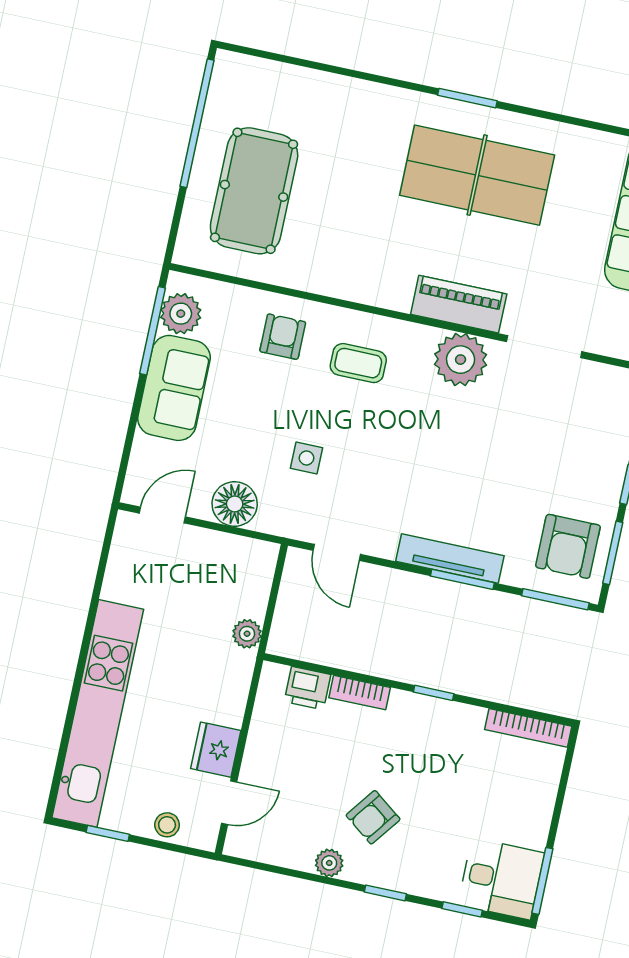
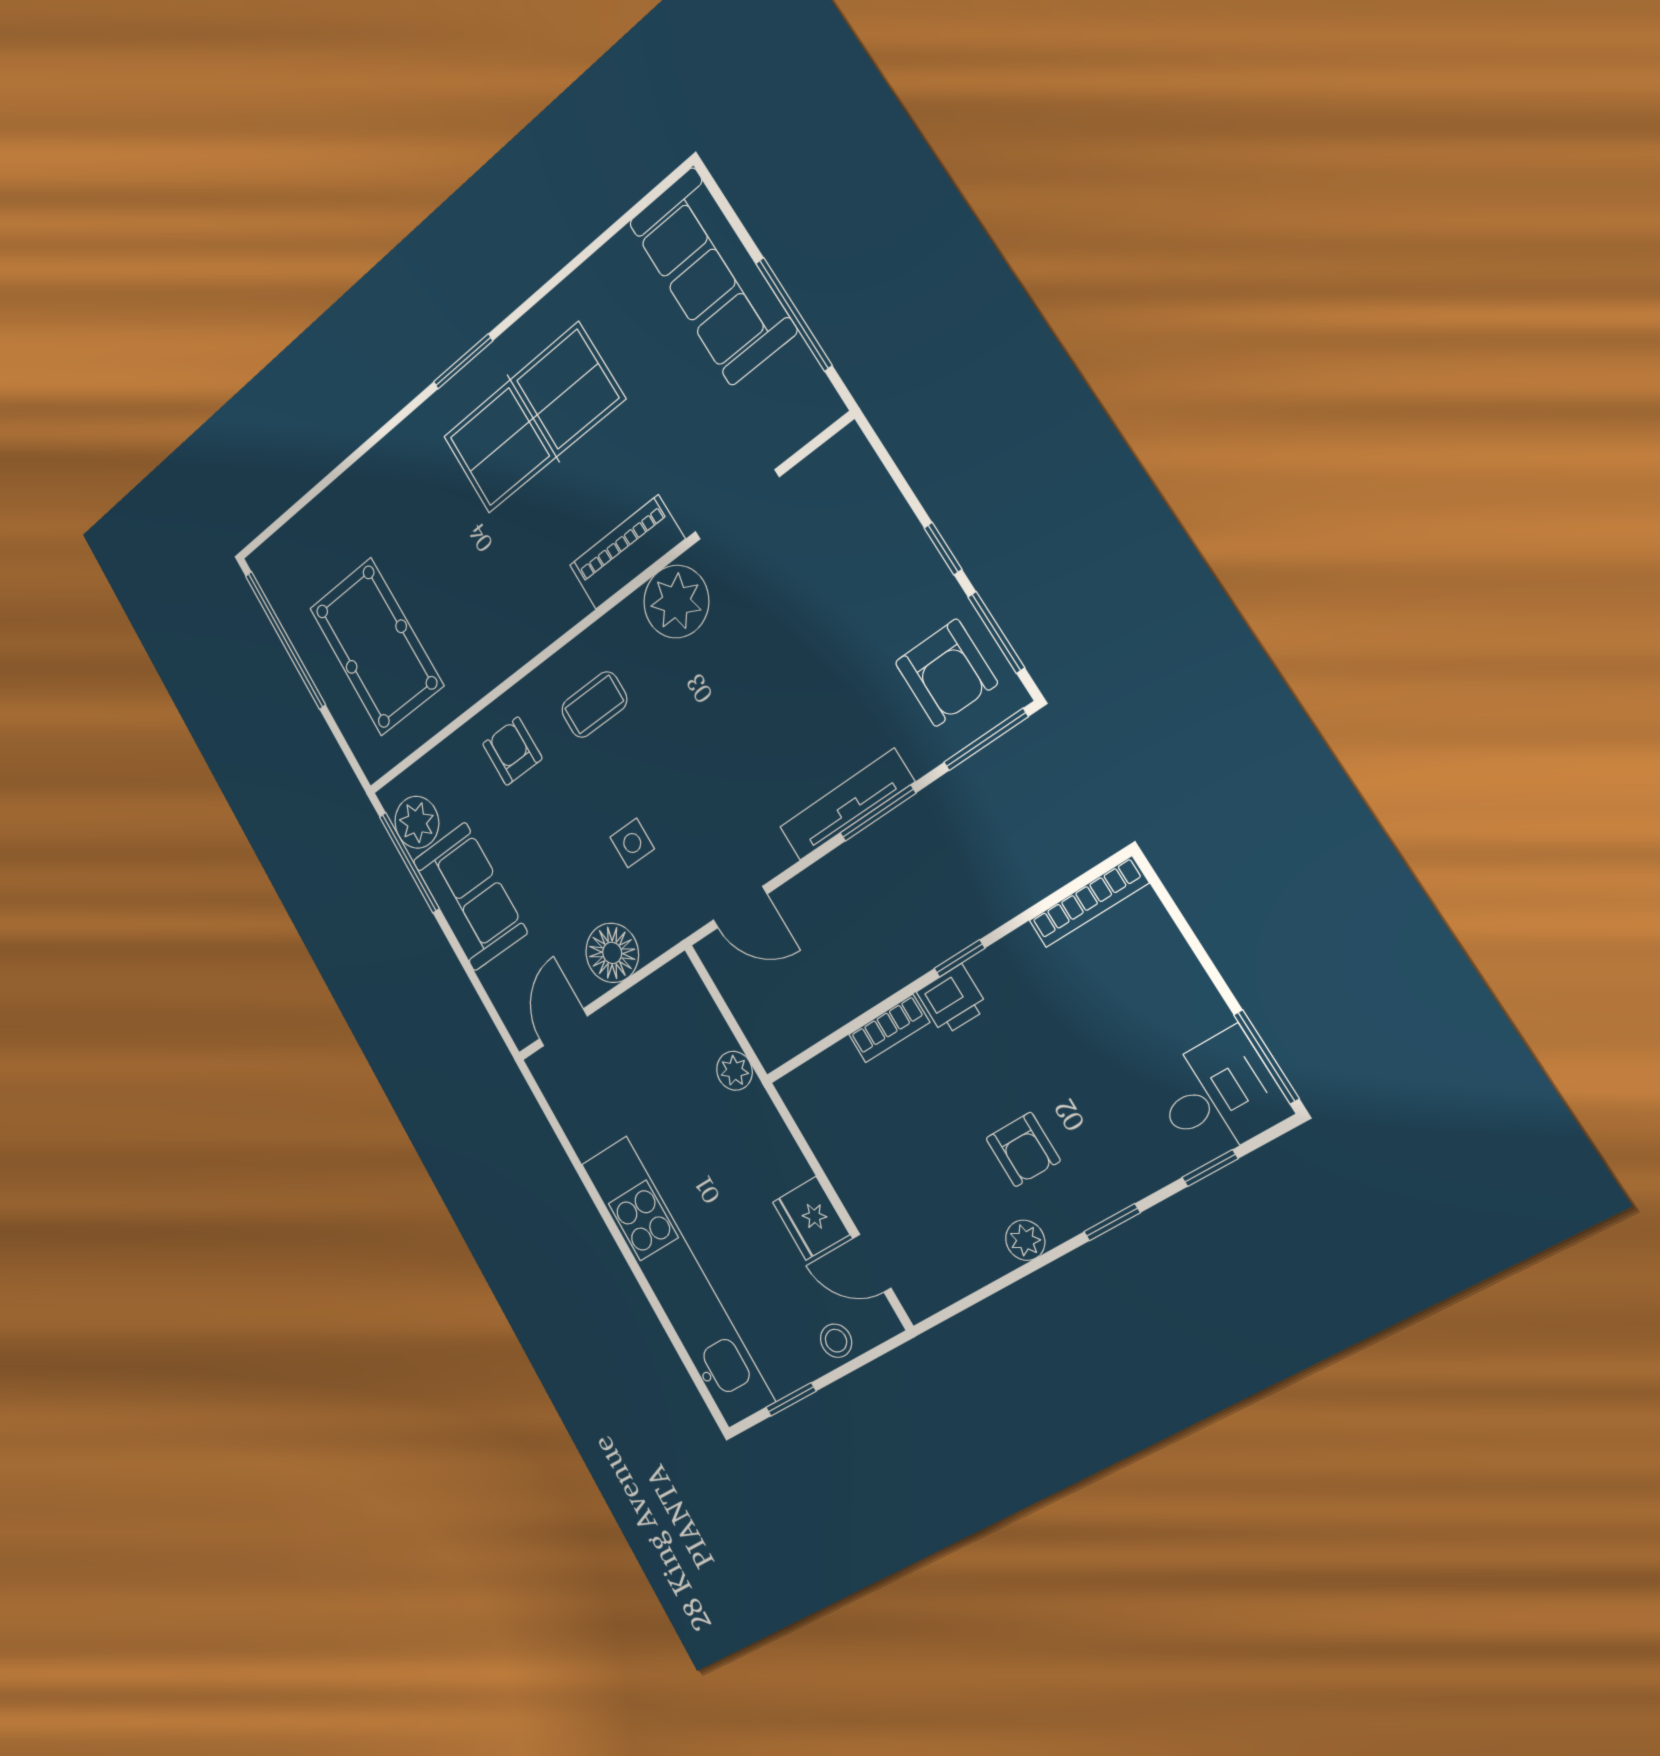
printer: (307, 688) -> (952, 1000), moved
door: (229, 803) -> (872, 1263), swing flipped
armchair: (373, 817) -> (1023, 1149), turned -37

